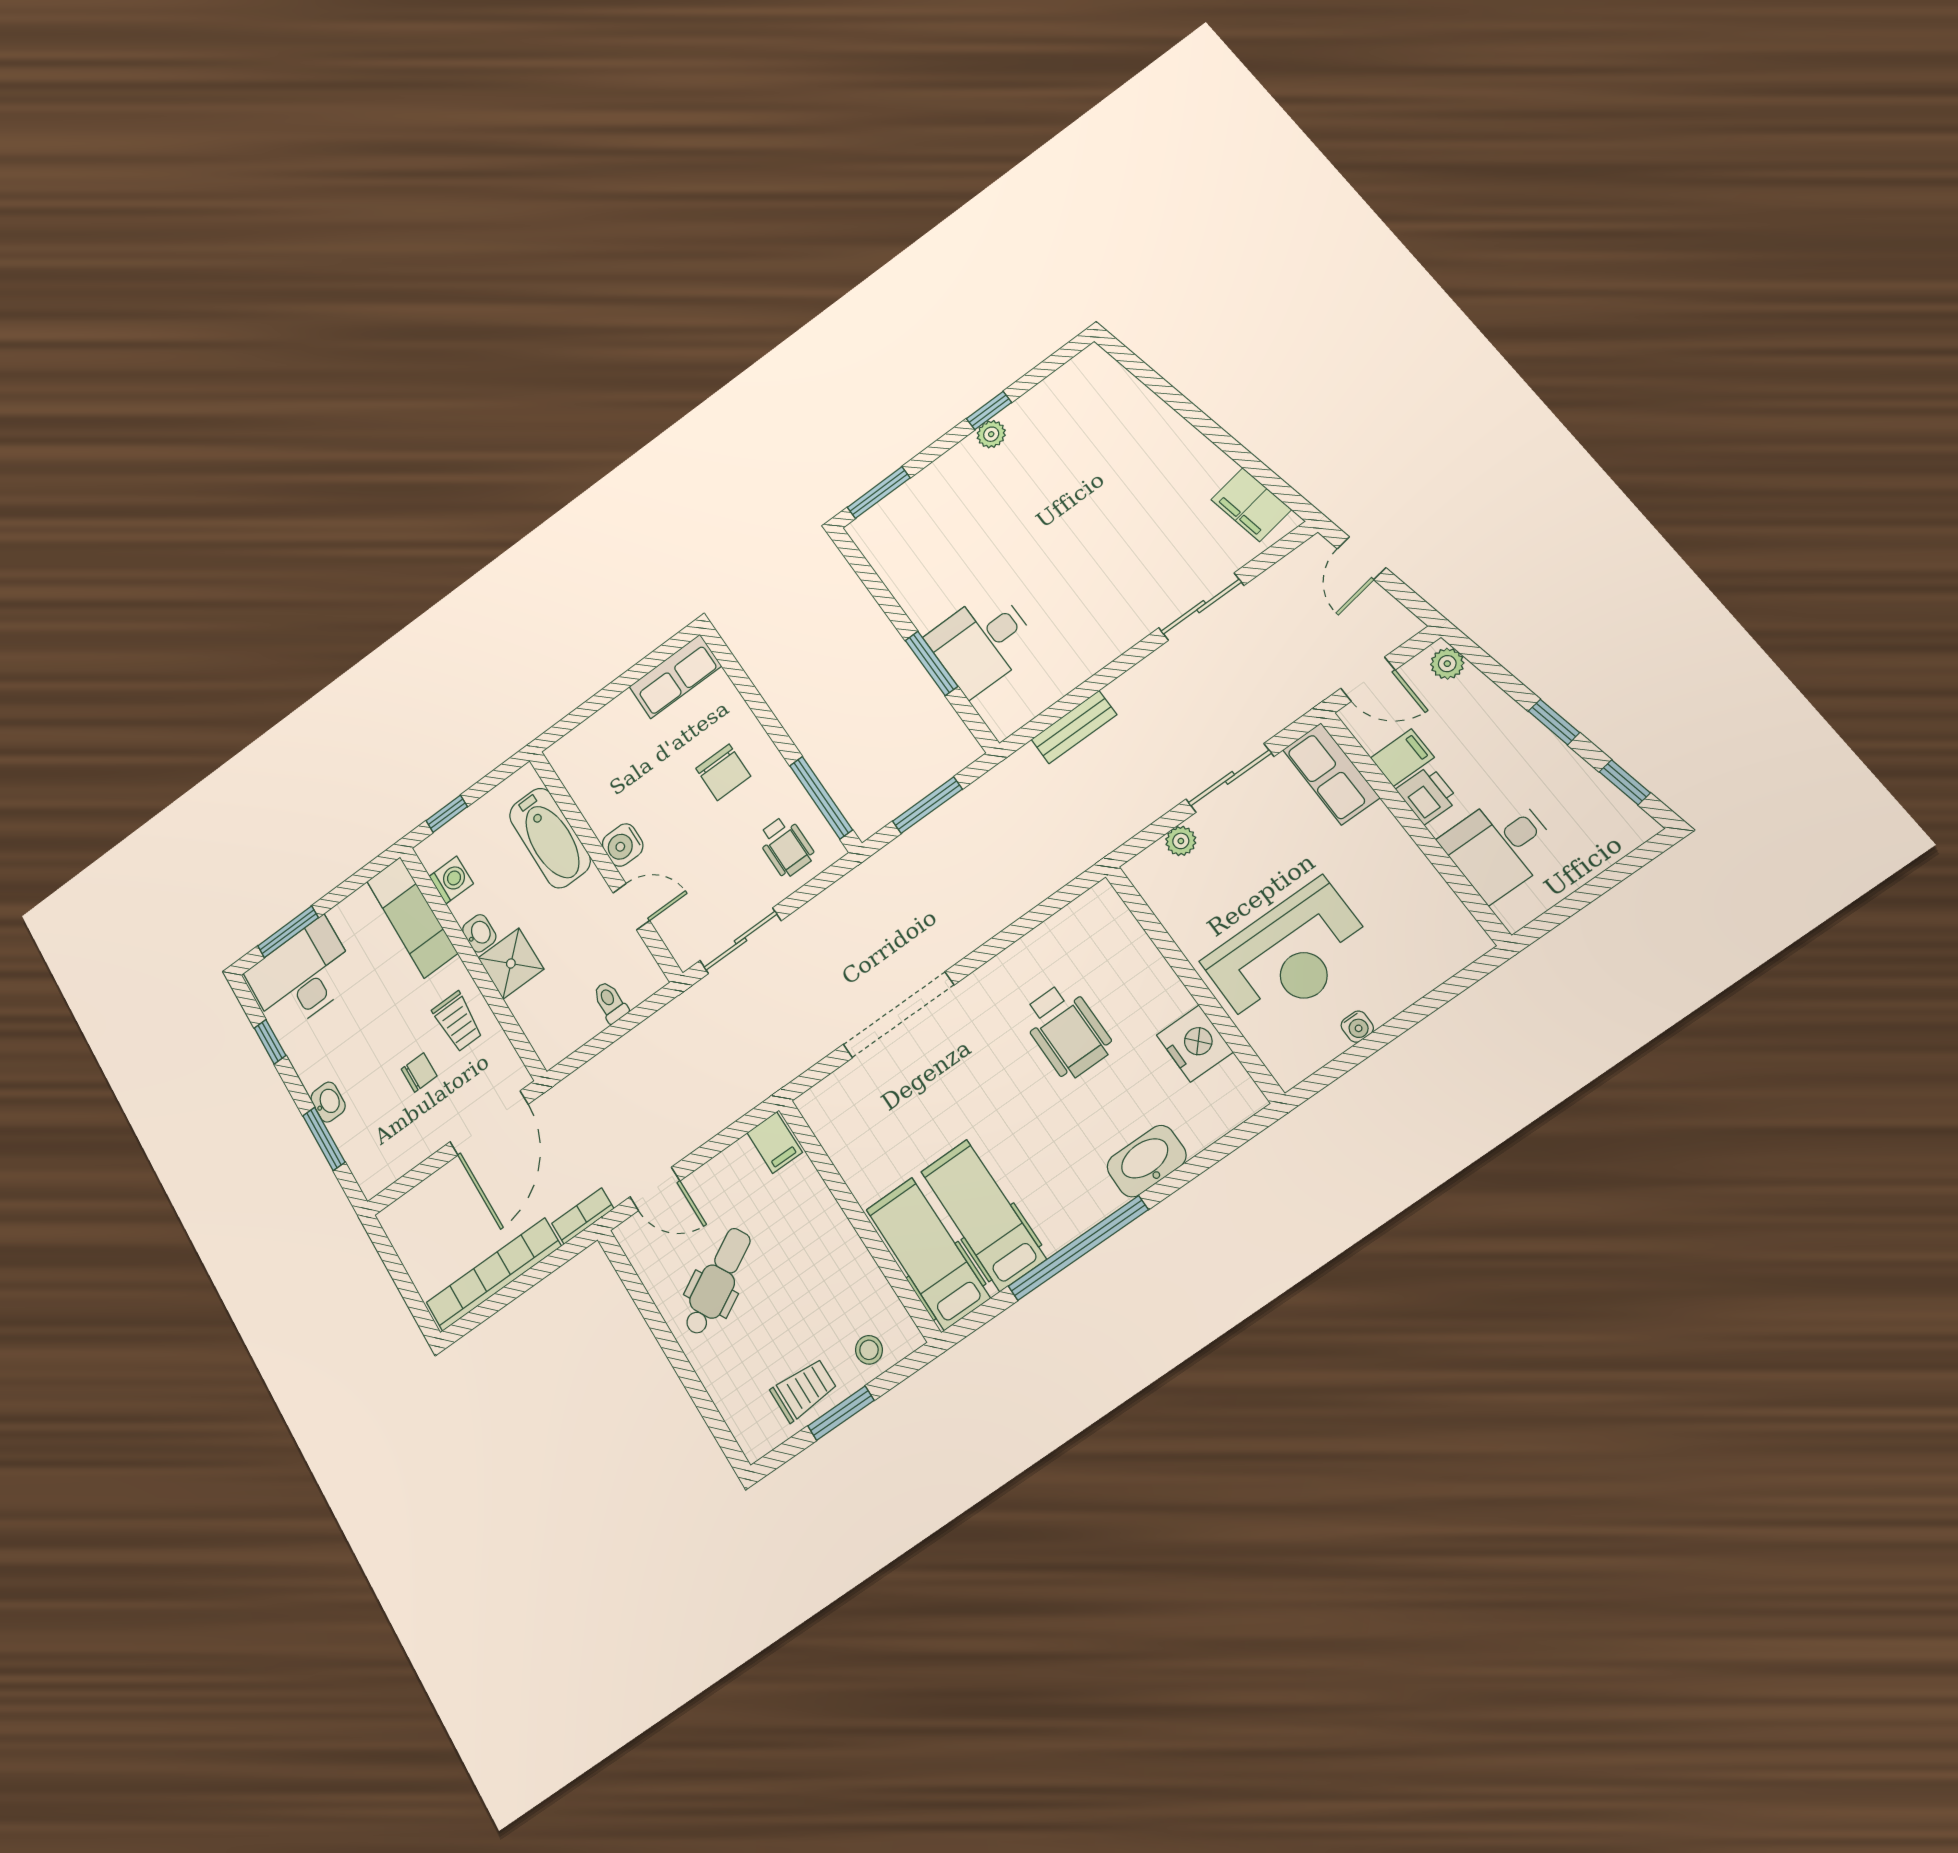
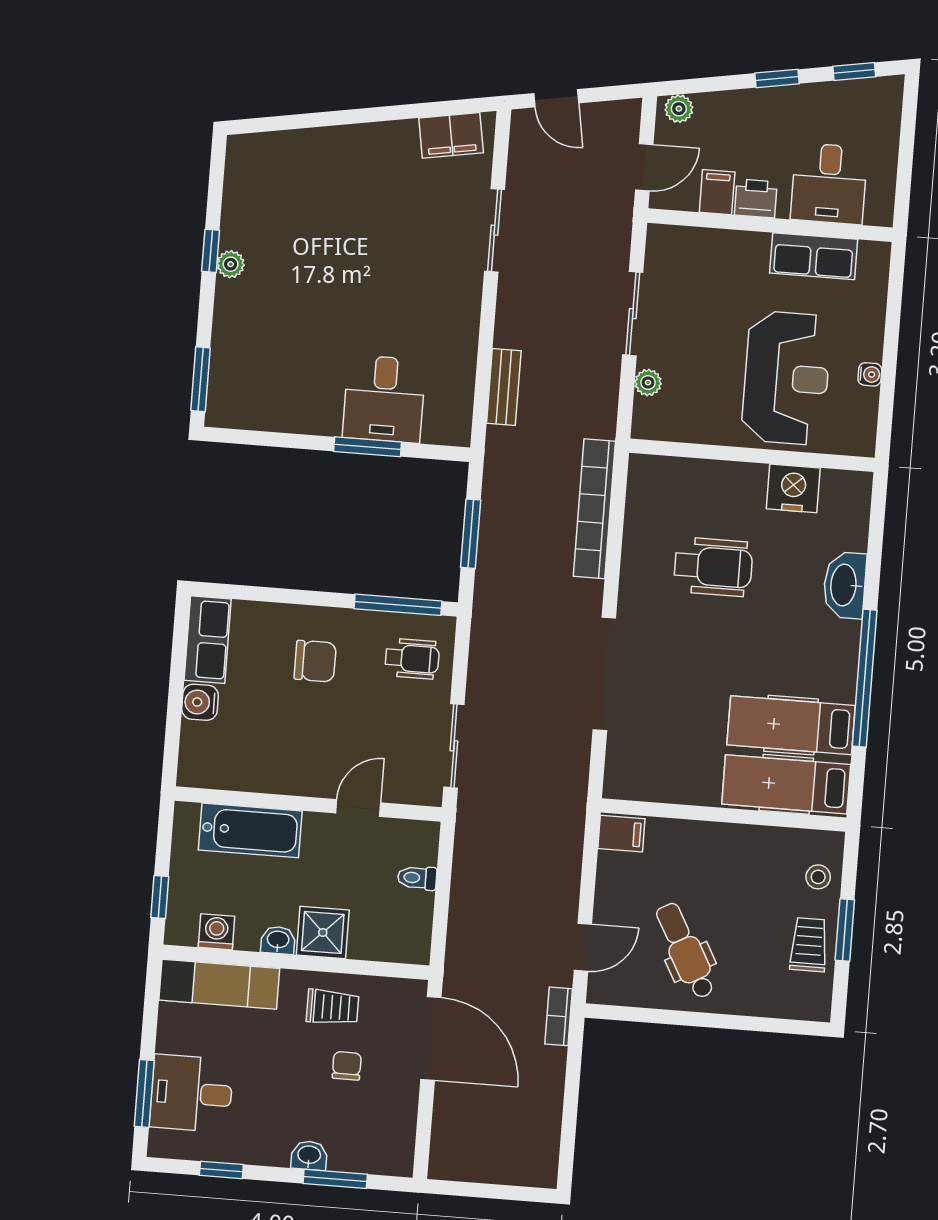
row of seats: (1331, 774) -> (814, 256), moved
water cooler: (623, 845) -> (200, 702), moved, turned 90
desk: (302, 976) -> (191, 1093), width x0.73
bookcase: (494, 1275) -> (594, 509), moved

